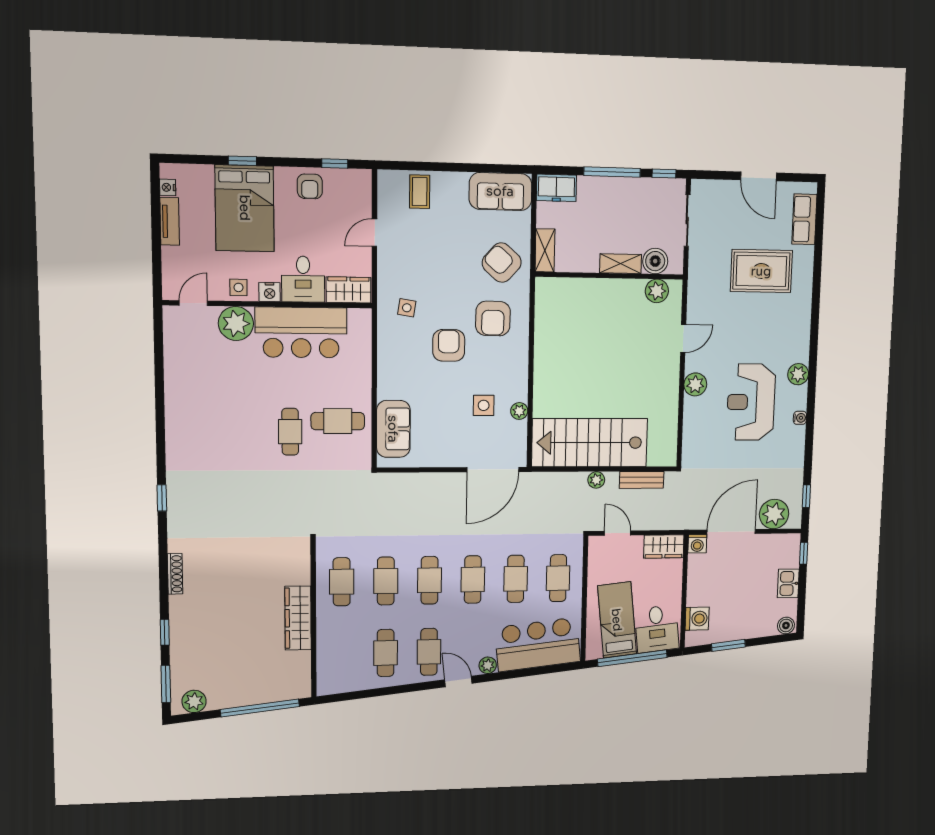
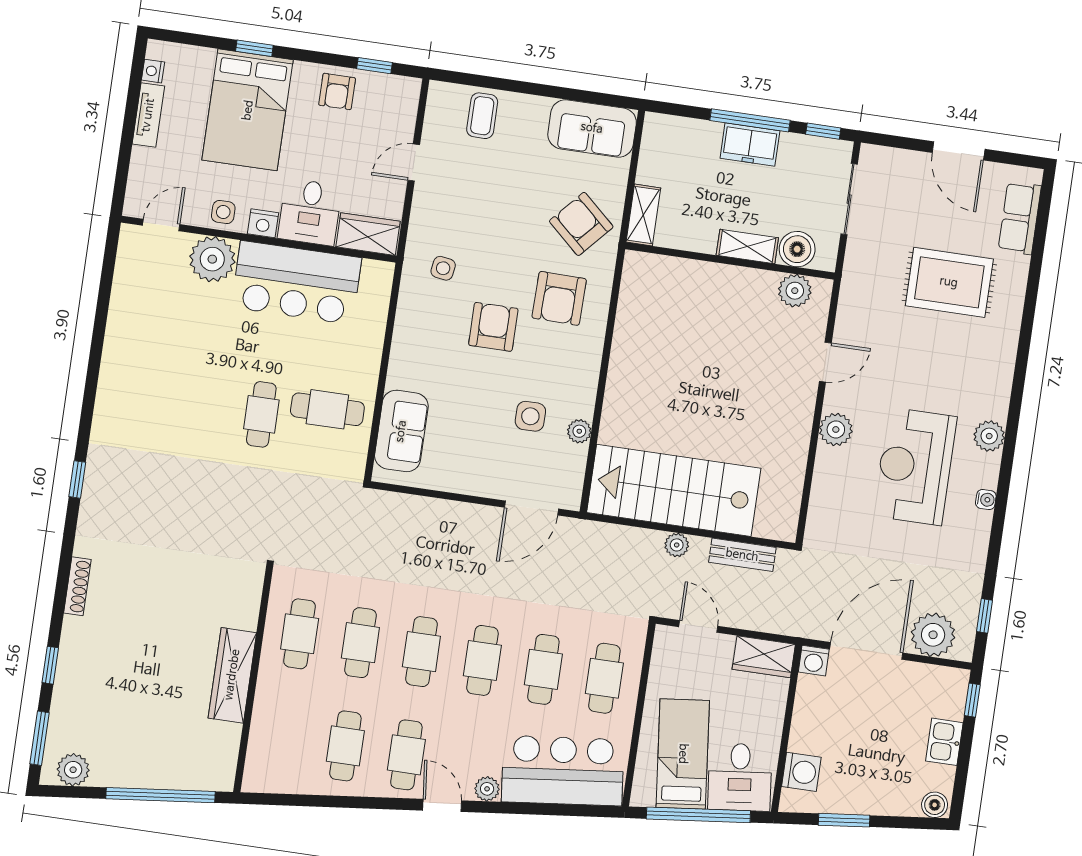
freezer: (556, 188) -> (750, 144), moved
door: (493, 470) -> (532, 508), width x0.73

